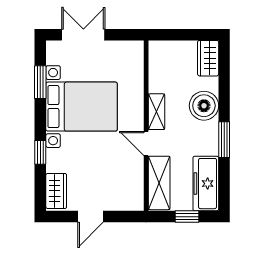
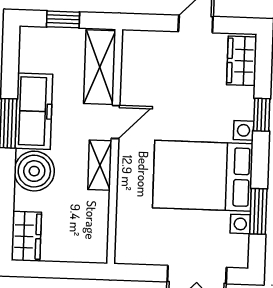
door: (146, 143) -> (116, 122), hinge flipped
freezer: (206, 184) -> (34, 111), moved

